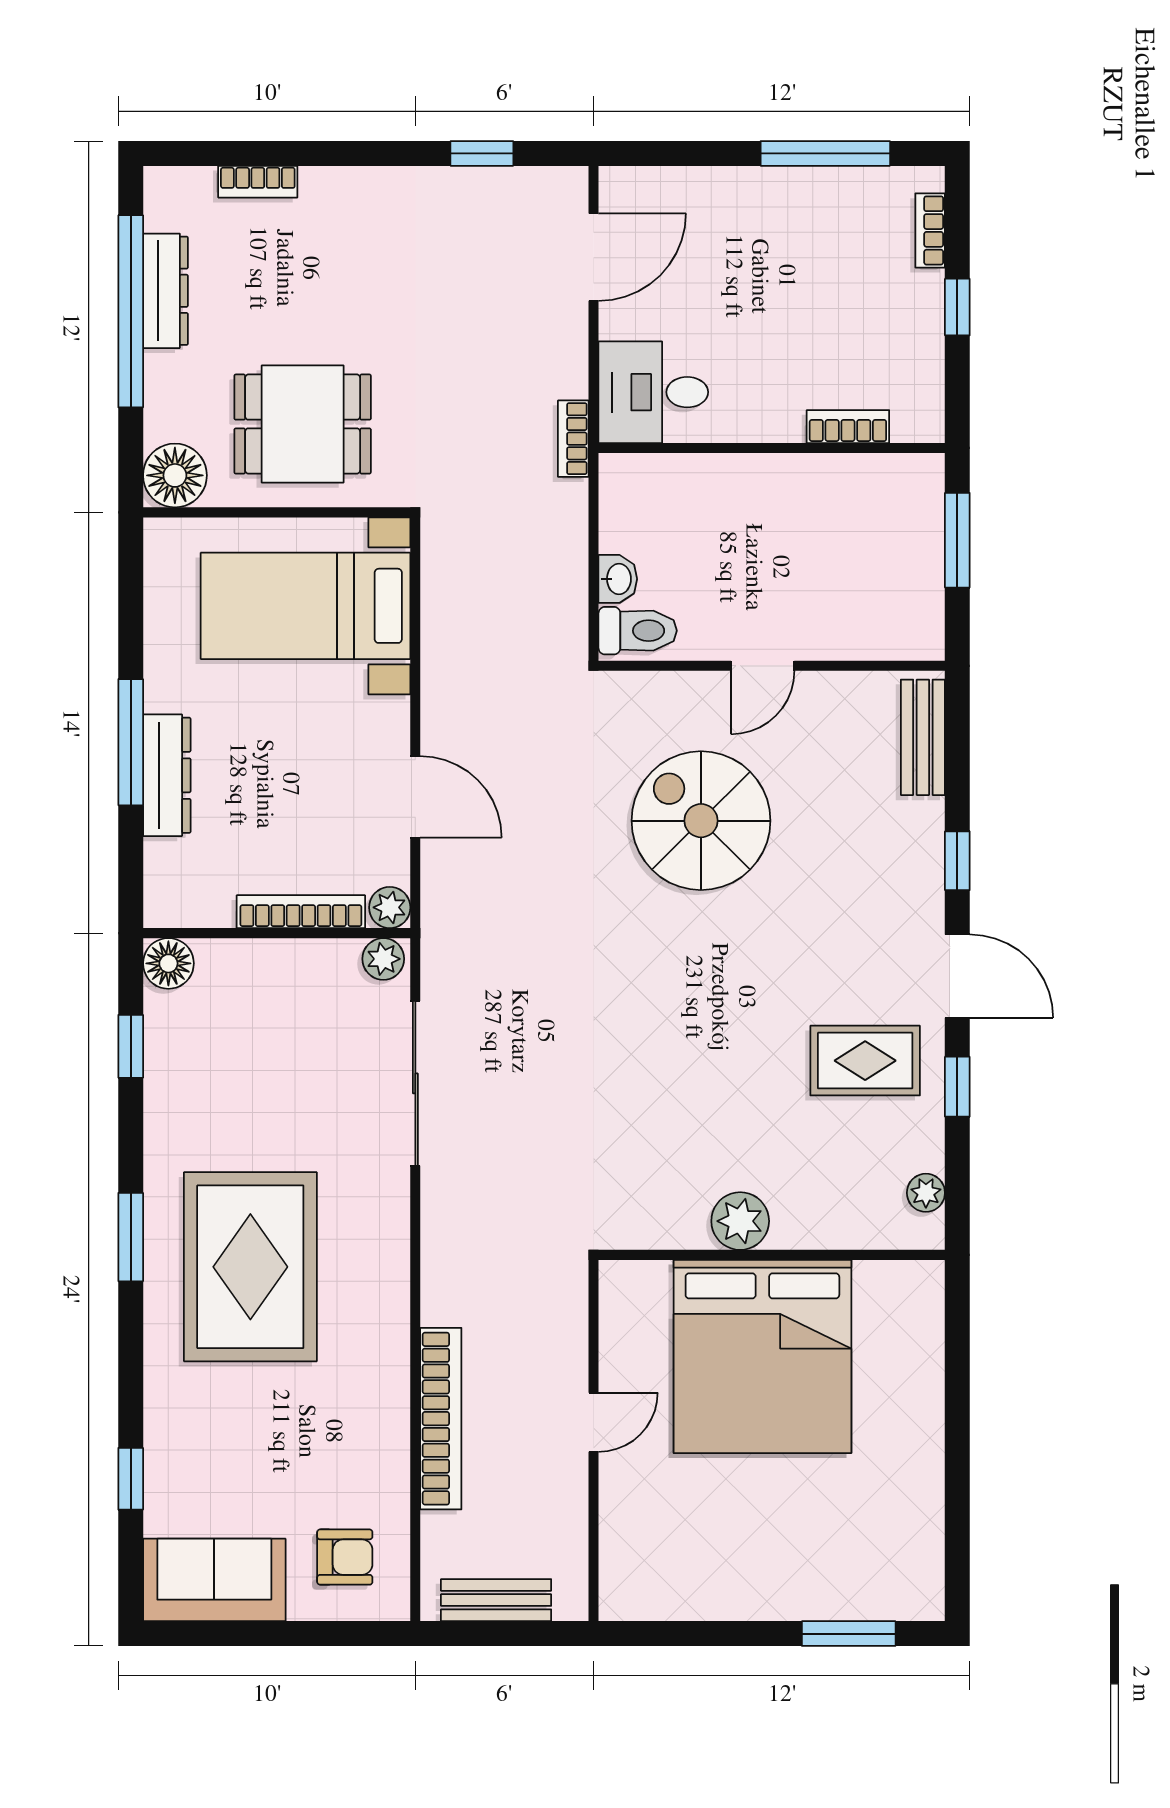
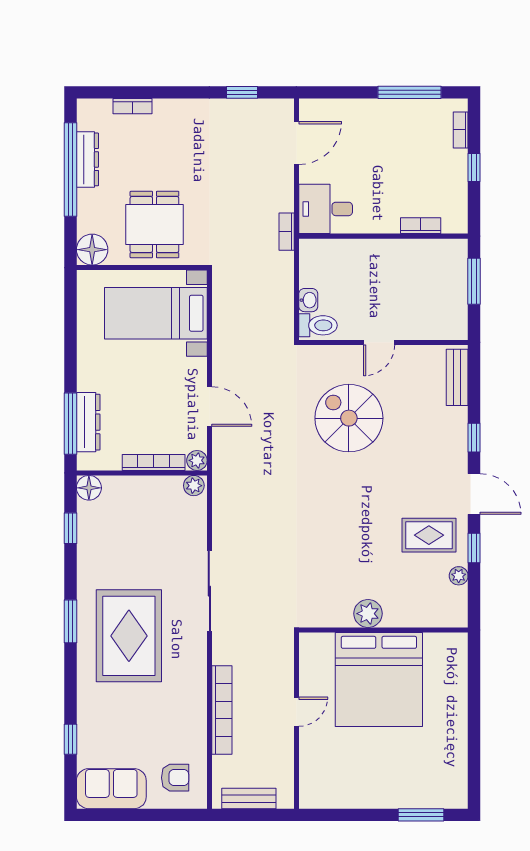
dining table: (303, 424) -> (154, 224), turned 90
window: (131, 742) -> (71, 424), moved
dresser: (167, 775) -> (88, 422), moved
sliding door: (415, 1083) -> (209, 591), moved
plant: (926, 1193) -> (459, 576), moved

